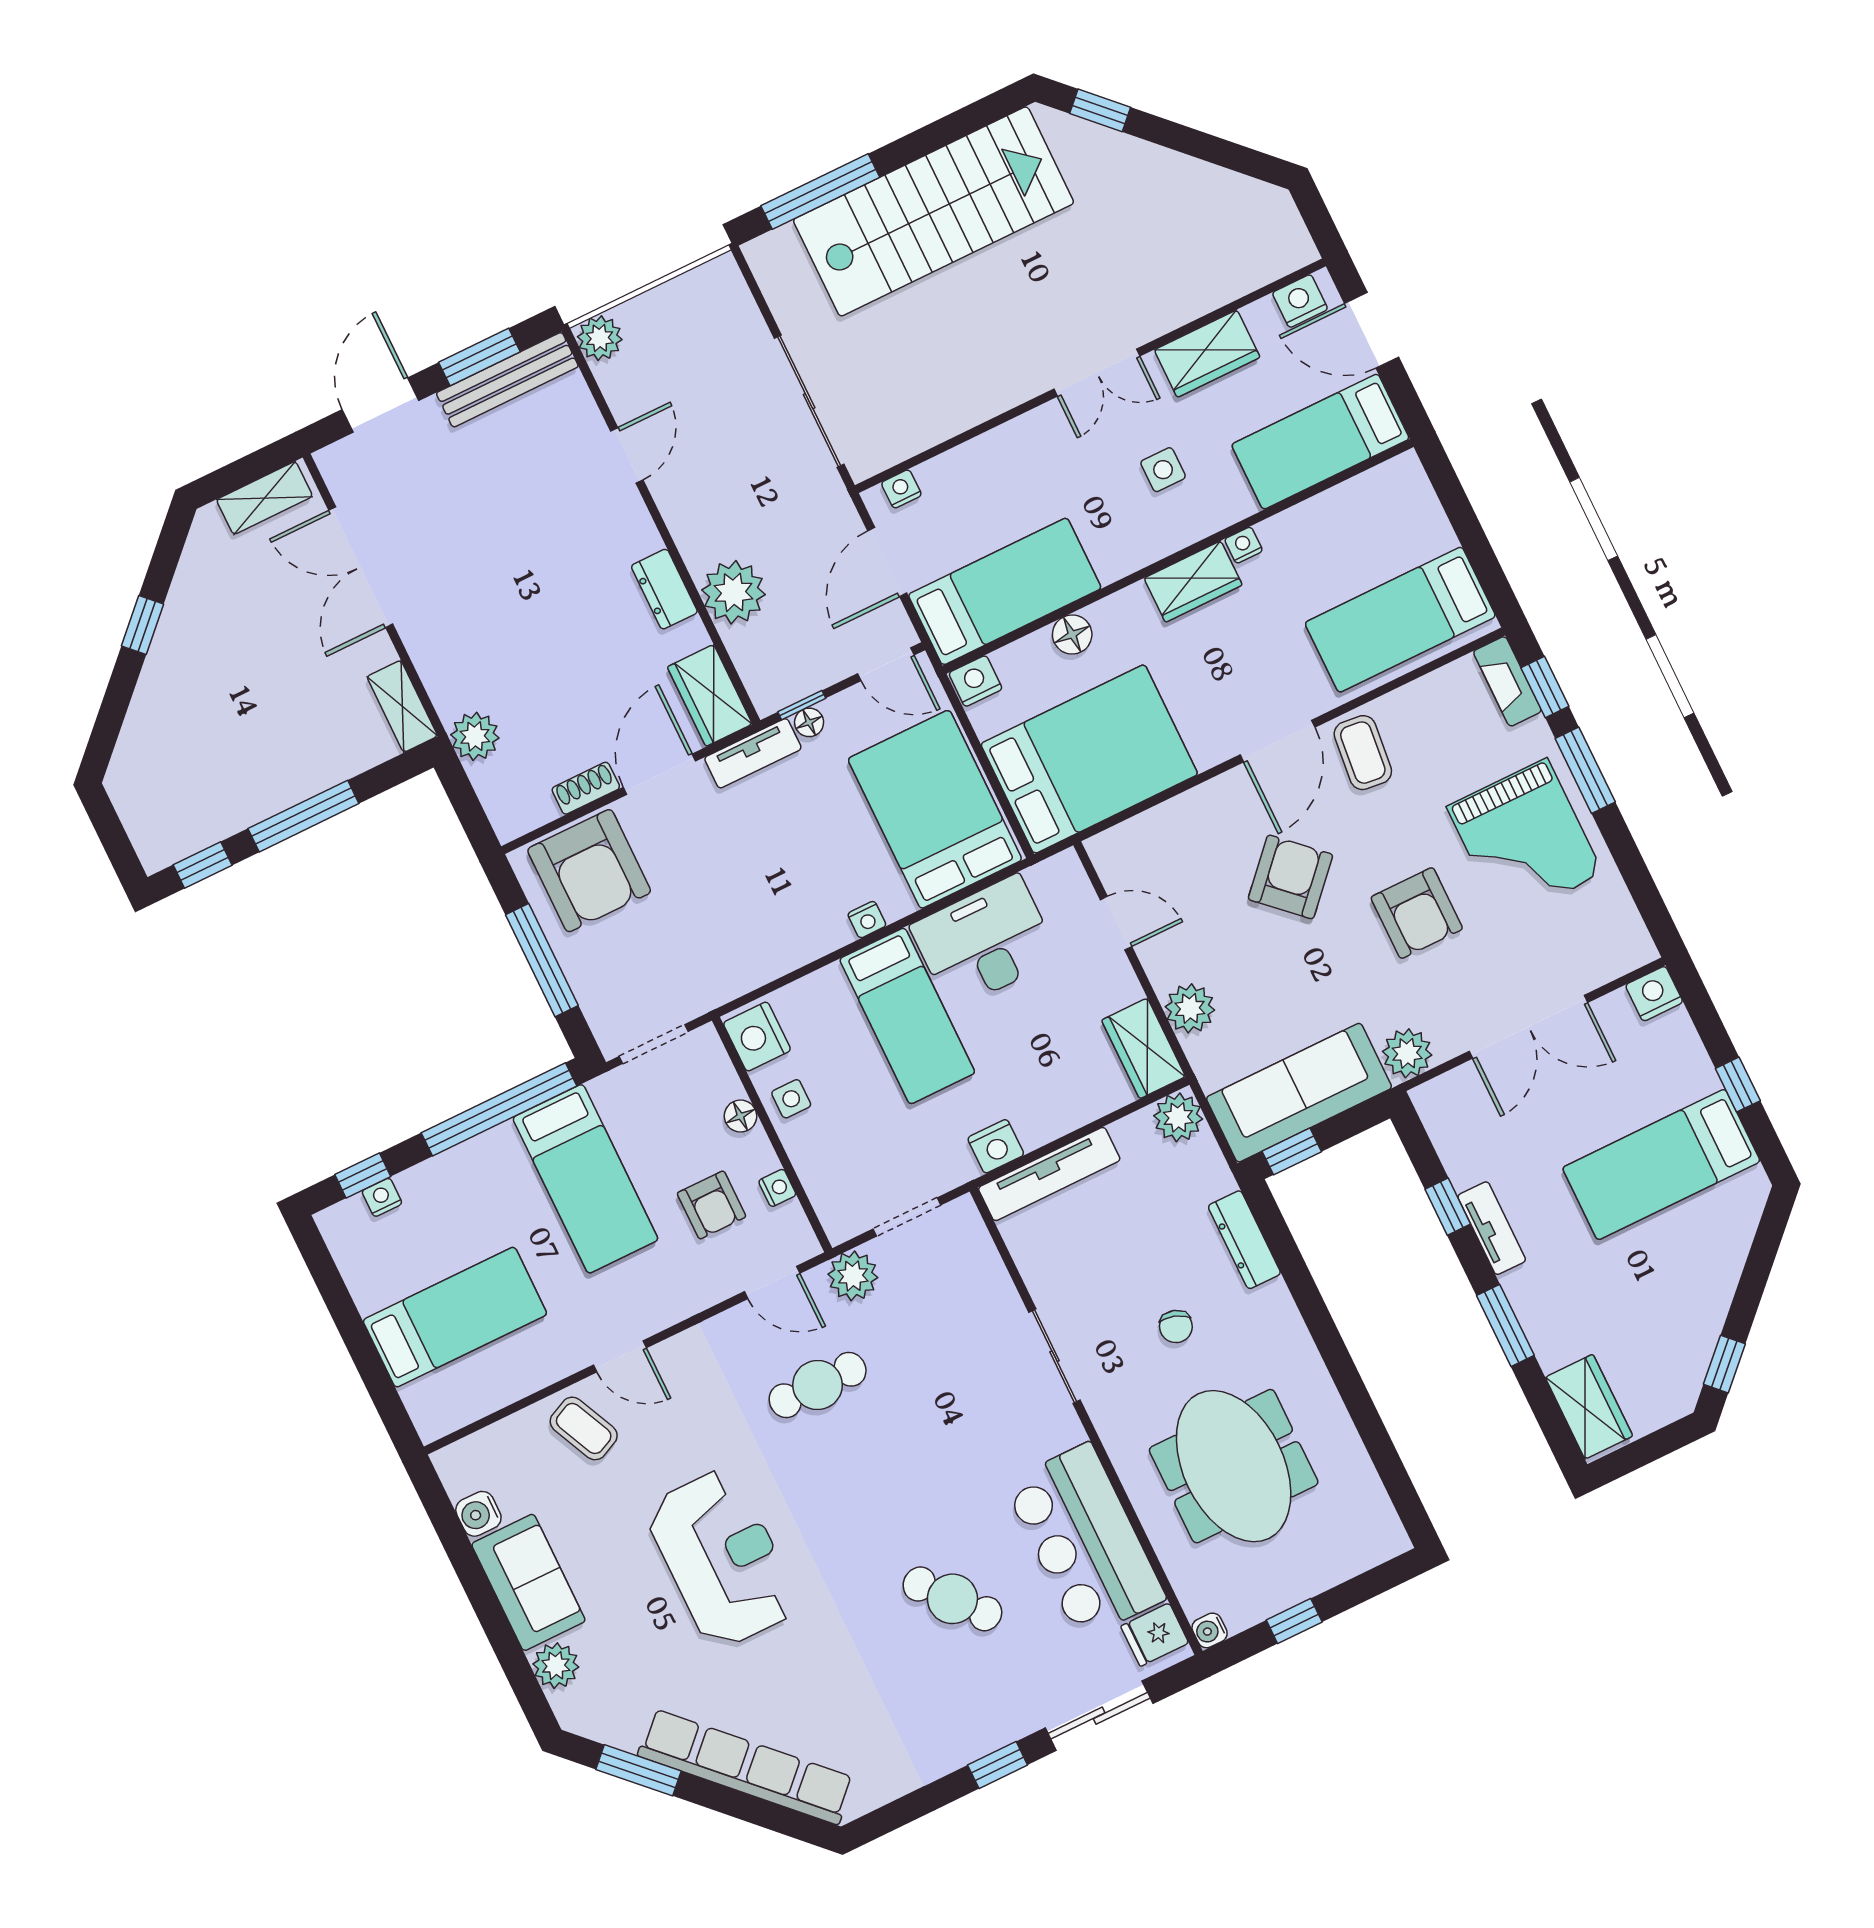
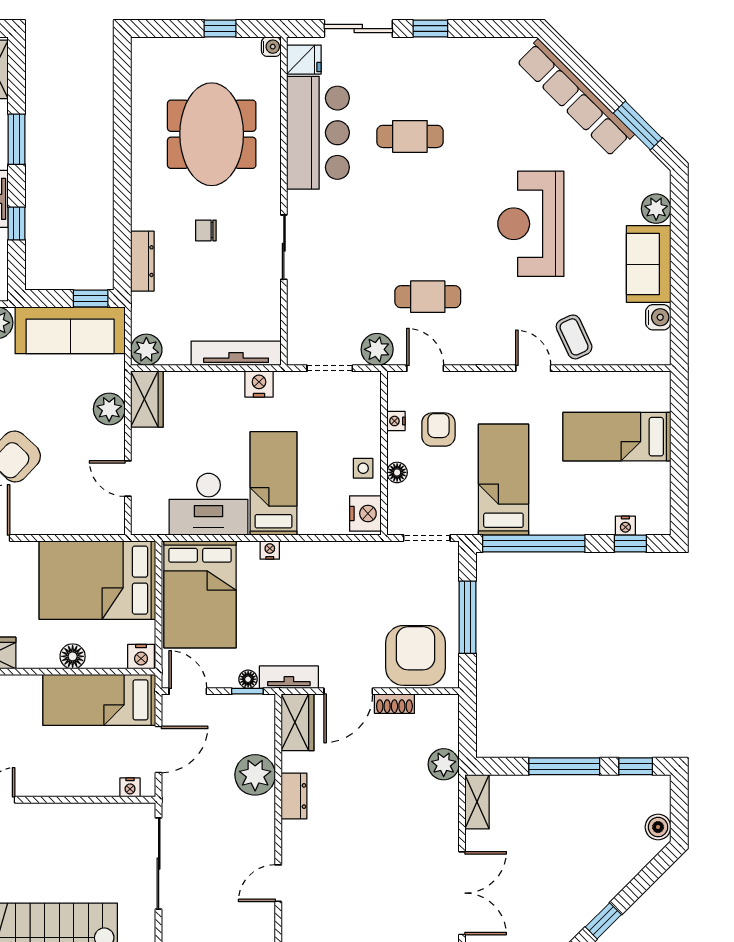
boiler: (130, 795) -> (658, 827), added
chair: (1176, 1327) -> (206, 230), turned -108
cafe table: (952, 1599) -> (410, 136), turned -50

